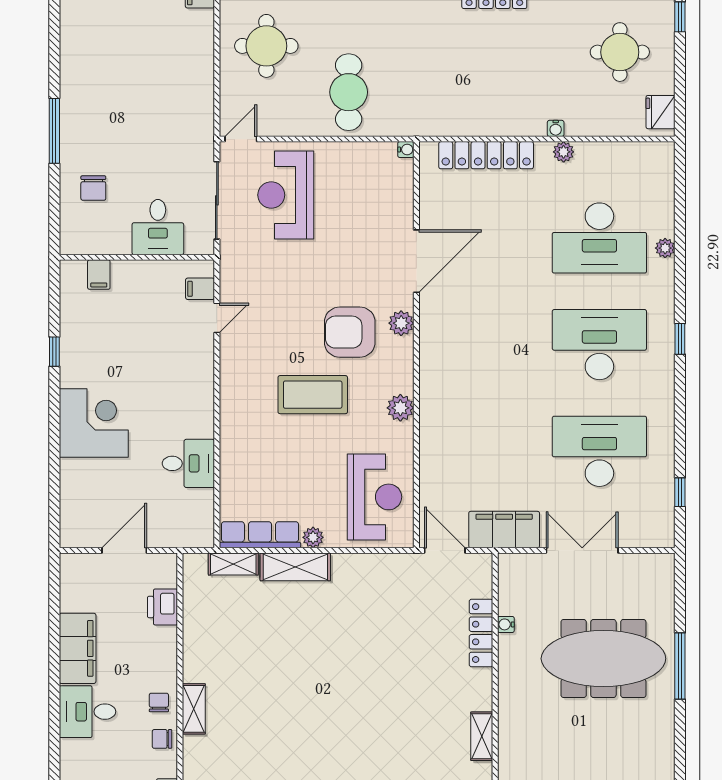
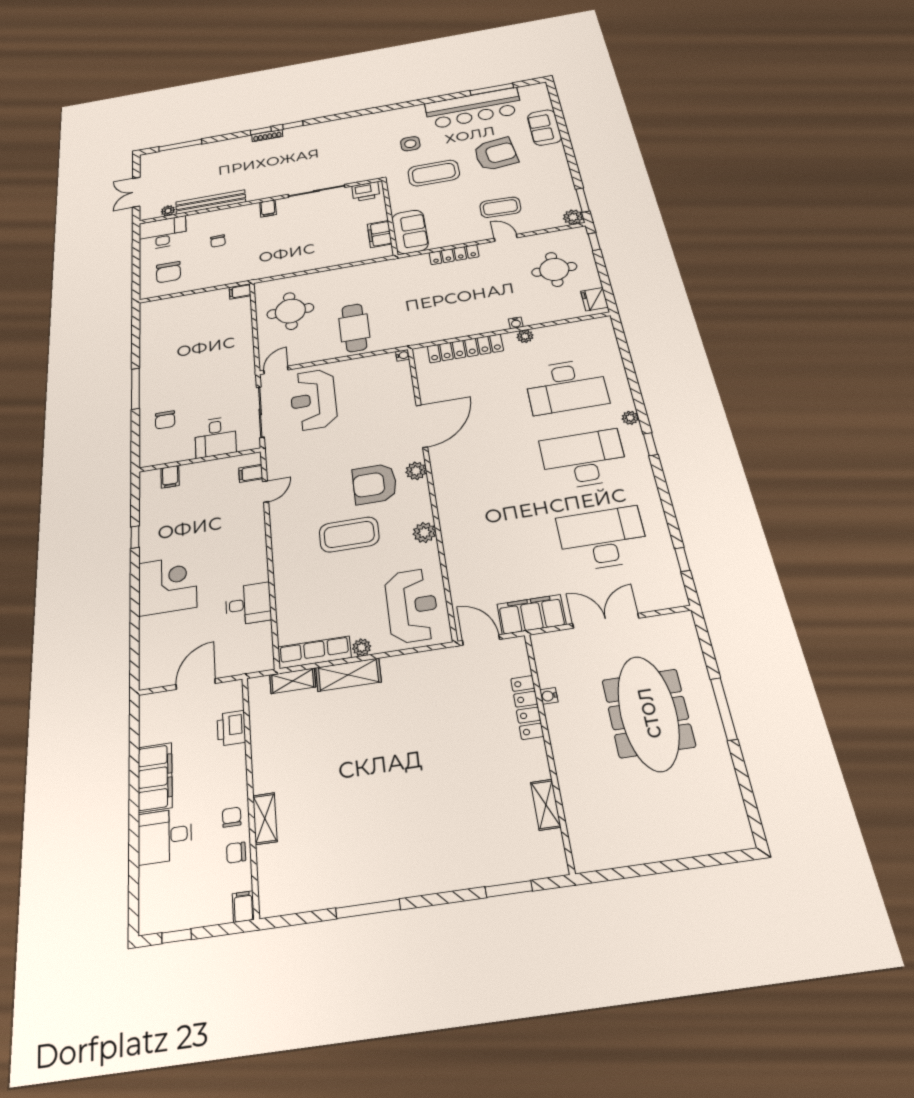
plant: (665, 248) -> (630, 418), moved
meeting table: (603, 659) -> (648, 713), turned 90

